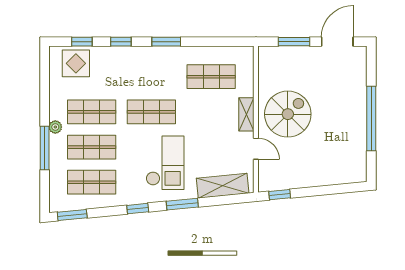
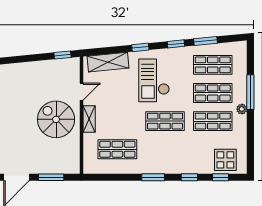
spiral stairs: (288, 114) -> (56, 119), turned 90
door: (256, 149) -> (81, 92), swing flipped
window: (182, 204) -> (140, 47), width x0.67
window: (72, 215) -> (206, 41), moved

